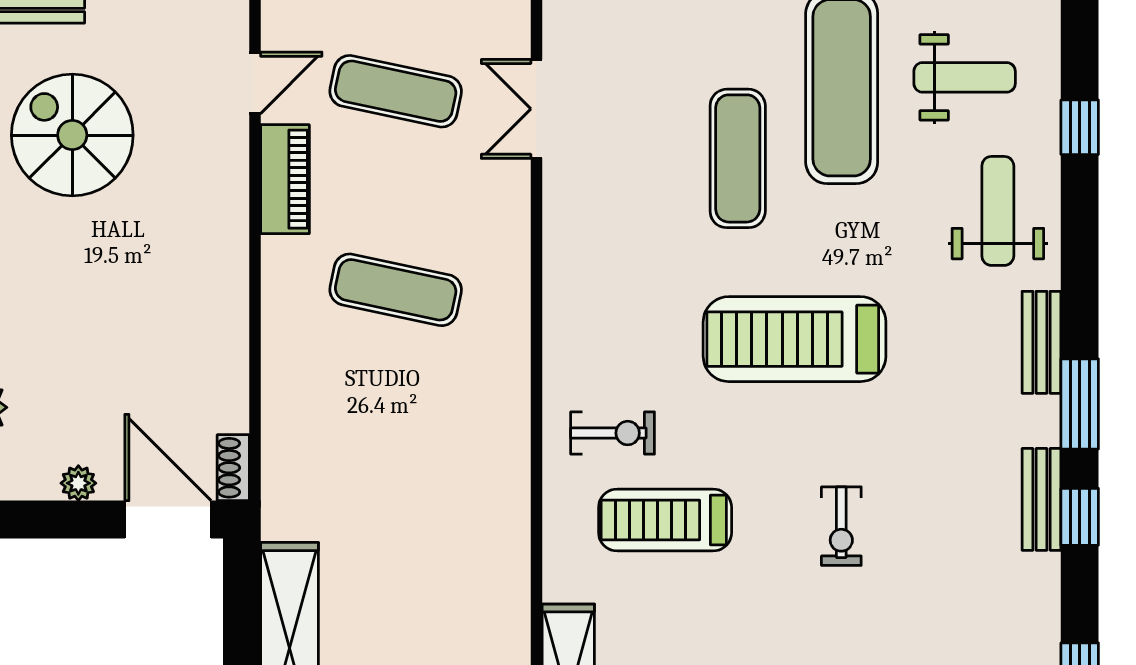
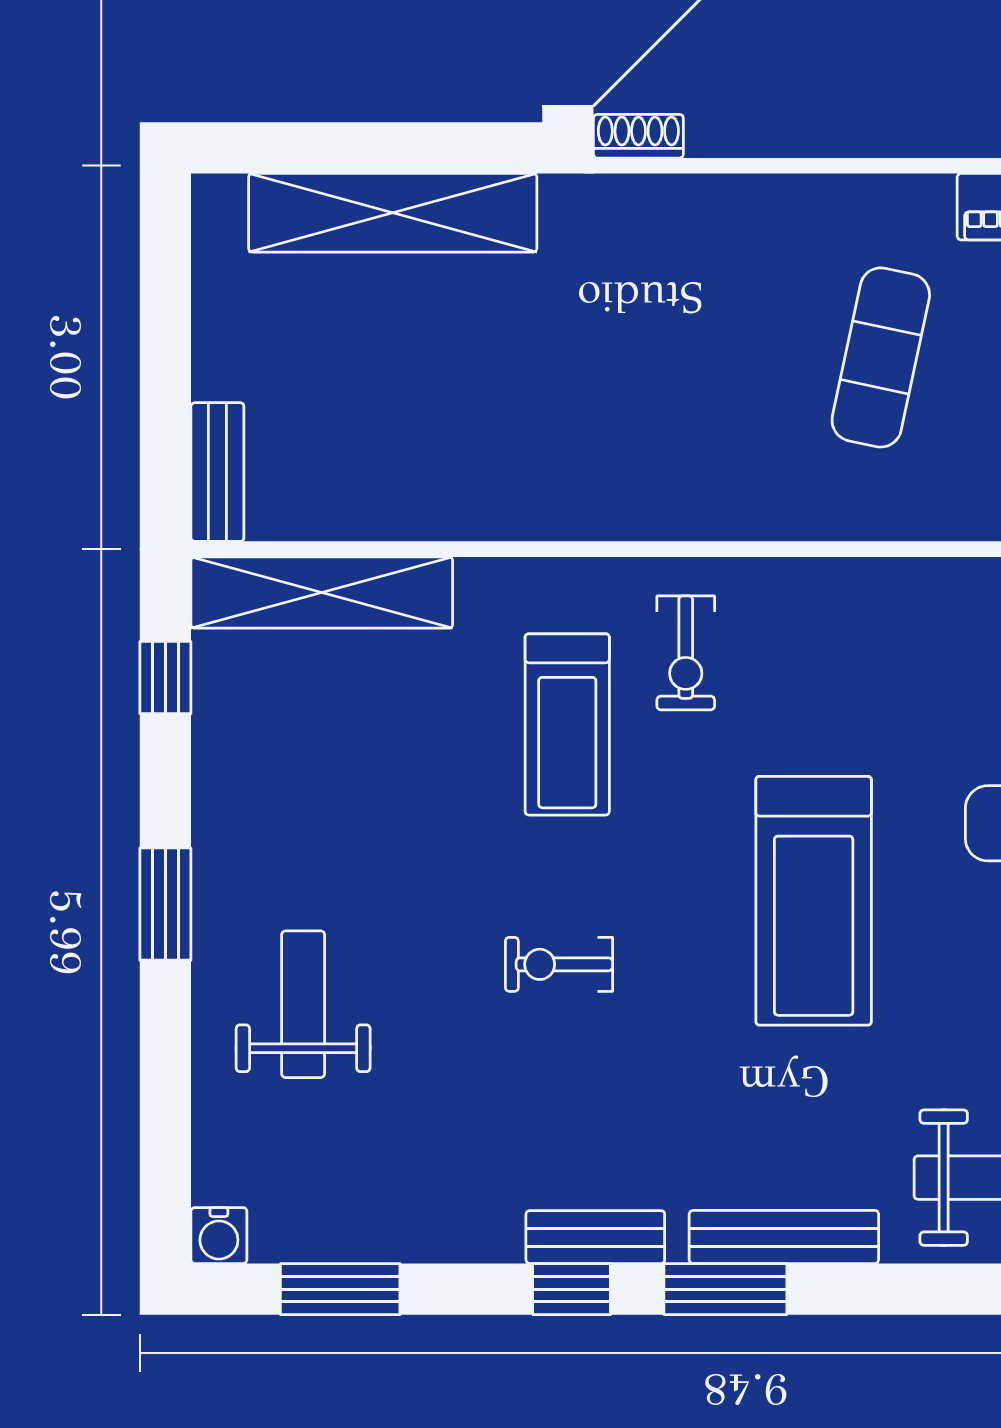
treadmill: (795, 339) -> (814, 901), turned 180
bench: (1041, 342) -> (784, 1237), width x1.36
treadmill: (665, 520) -> (567, 724), turned 180

